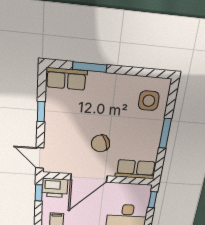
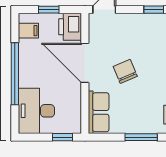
window: (39, 193) -> (49, 10), moved

